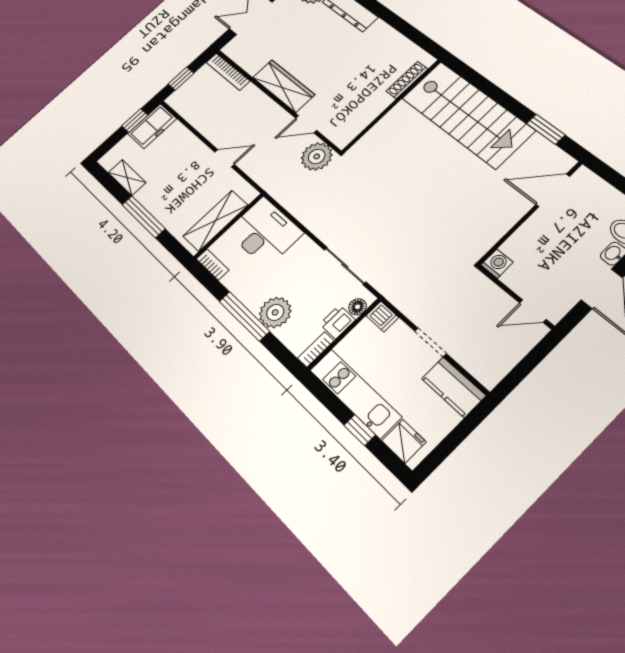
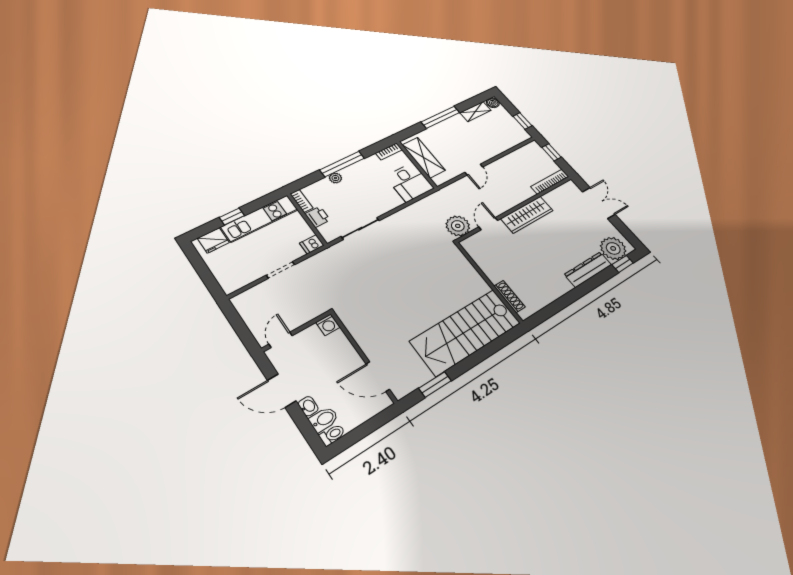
freezer: (152, 126) -> (515, 130), removed
boiler: (109, 161) -> (493, 103), added
door: (553, 190) -> (378, 377), swing flipped
desk: (265, 232) -> (410, 182), width x0.73
floor lamp: (358, 307) -> (325, 231), removed
plant: (275, 312) -> (335, 178), width x0.53, depth x0.53
kitchen counter: (454, 387) -> (241, 277), removed

